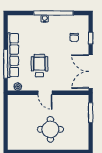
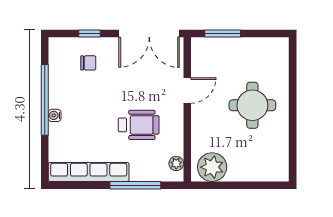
row of seats: (13, 55) -> (89, 172), moved
wheelchair: (39, 66) -> (139, 125), turned 180
door: (45, 93) -> (187, 90), moved
plant: (16, 107) -> (212, 167), added

